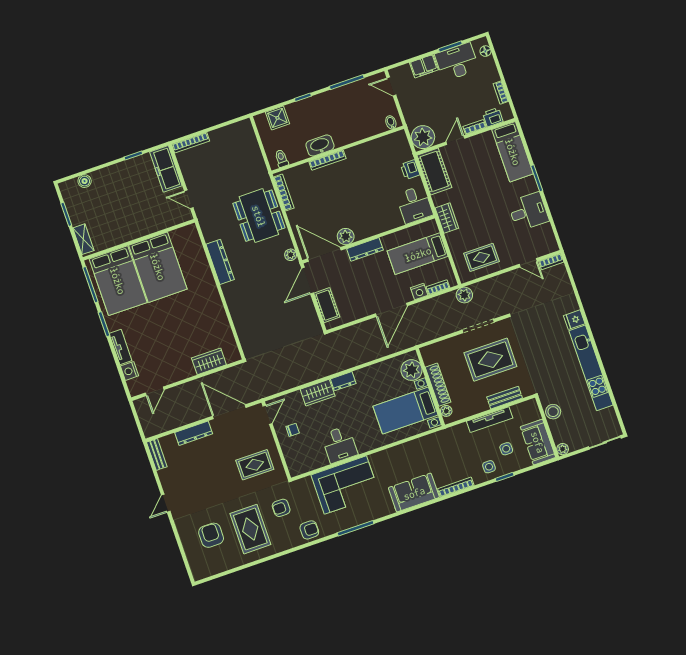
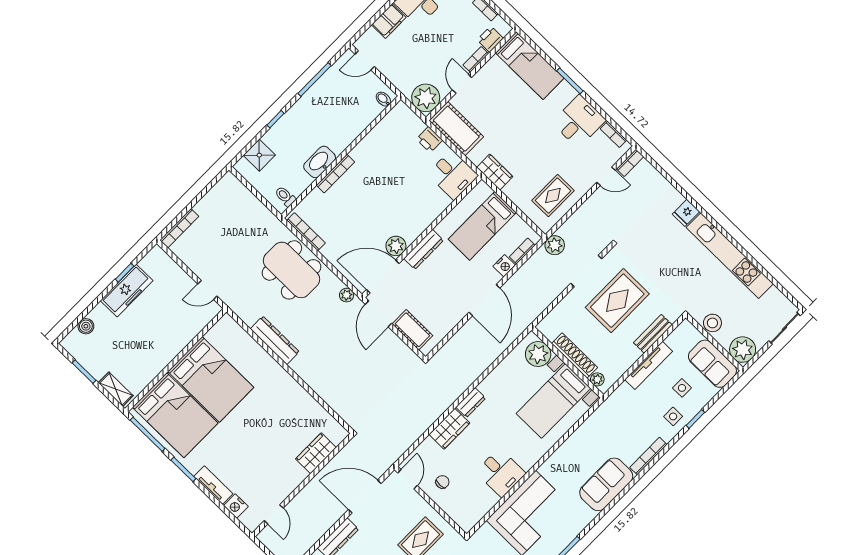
freezer: (166, 169) -> (127, 291), moved, turned -90
bookcase: (549, 234) -> (614, 134), added
plant: (563, 449) -> (743, 350), width x1.88, depth x1.88

